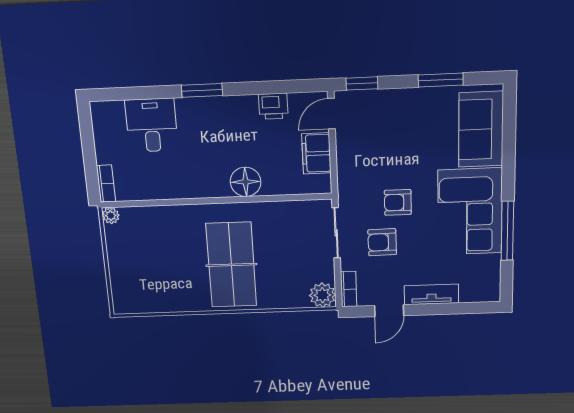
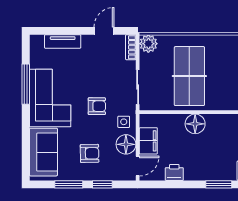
window: (362, 83) -> (102, 184), moved
floor lamp: (351, 147) -> (126, 144), added
side table: (356, 181) -> (124, 122), added
armchair: (382, 242) -> (90, 153), moved
table tennis table: (231, 265) -> (189, 76), moved
tv unit: (431, 294) -> (63, 41), moved

